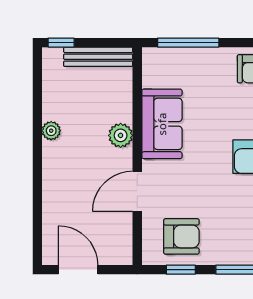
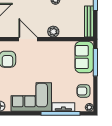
sofa: (162, 124) -> (84, 57), moved, turned 90

